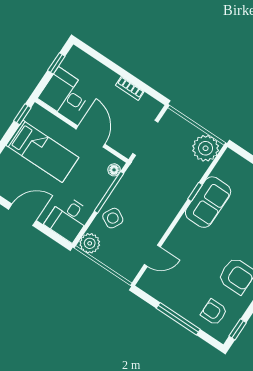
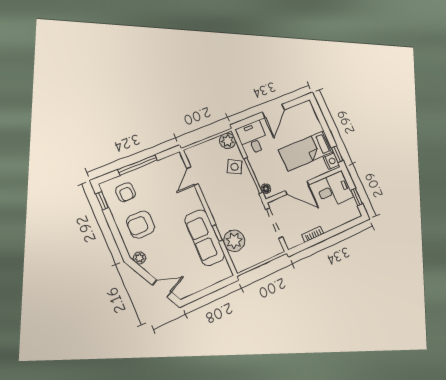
nightstand: (35, 116) -> (331, 161), added
plant: (206, 148) -> (234, 241), moved
sofa: (208, 202) -> (205, 238), width x1.36
armchair: (214, 312) -> (125, 192), turned 89

